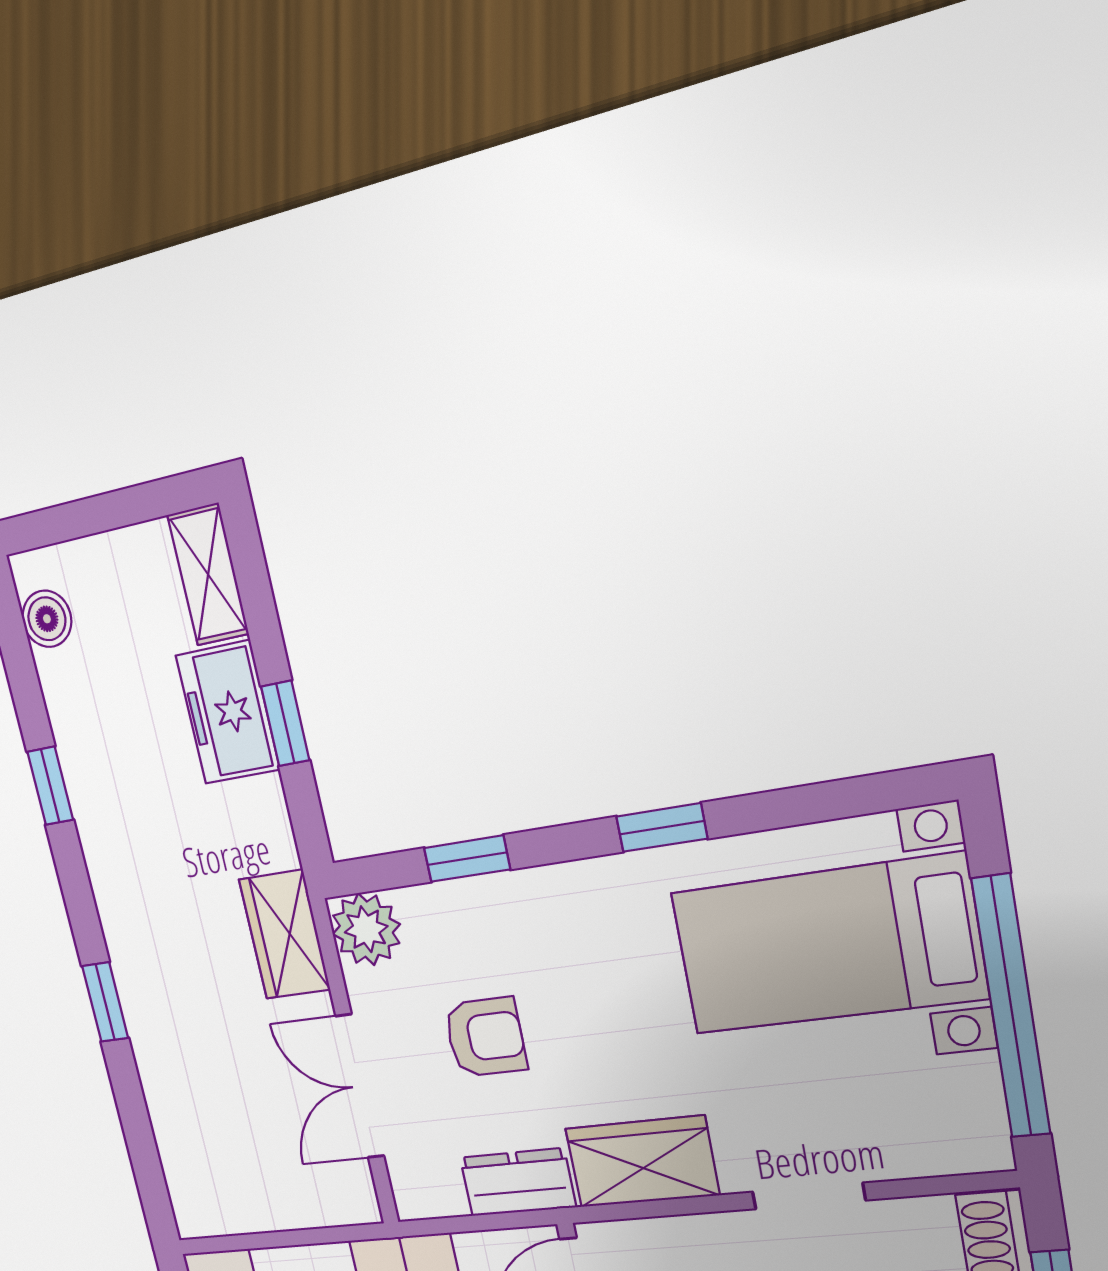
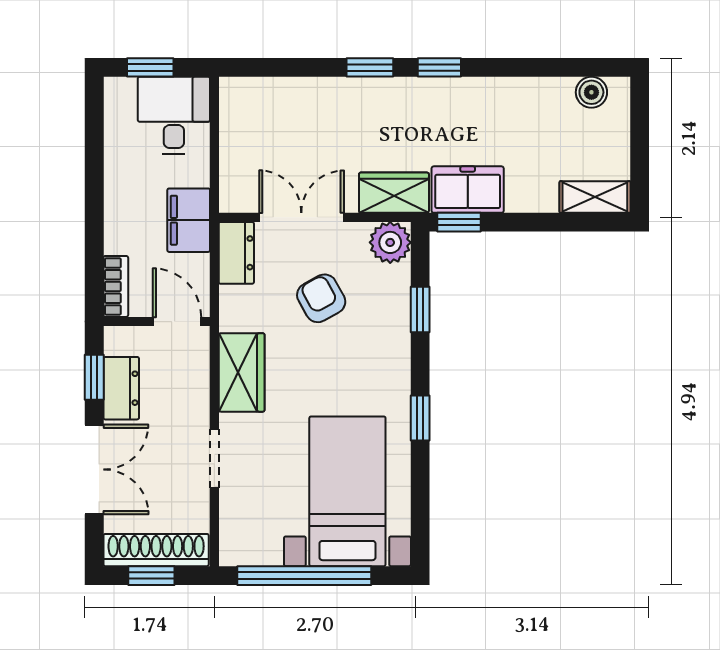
freezer: (228, 713) -> (468, 190), moved
window: (285, 723) -> (459, 222), moved
window: (50, 786) -> (439, 67), moved
armchair: (485, 1037) -> (321, 298), turned 151
dresser: (518, 1182) -> (236, 253), moved

